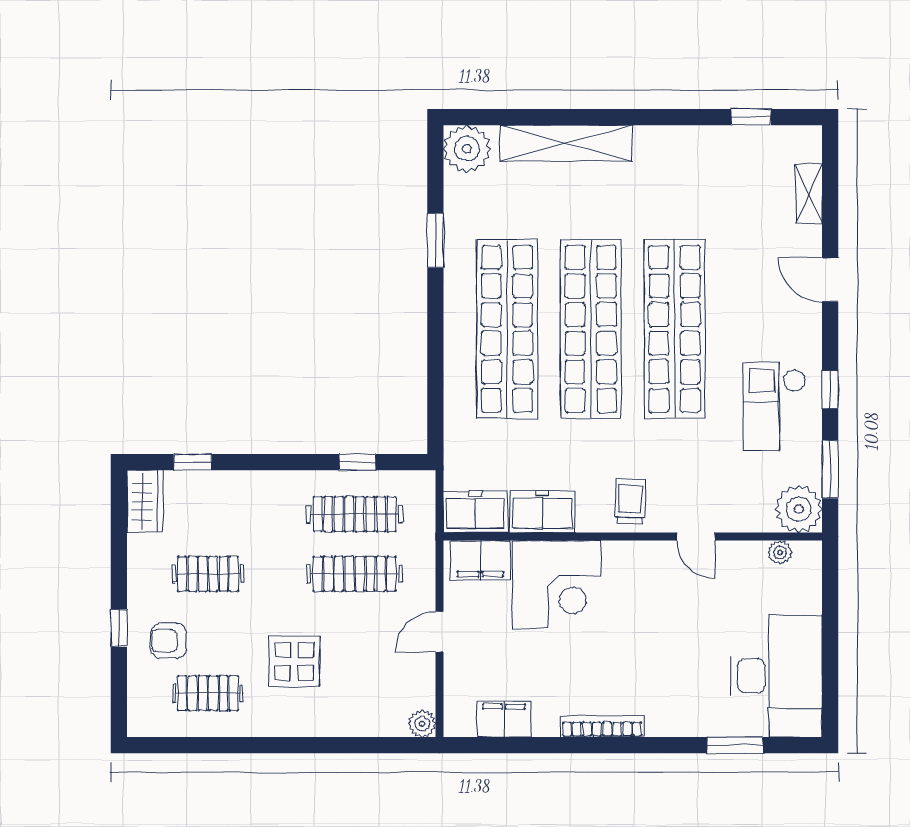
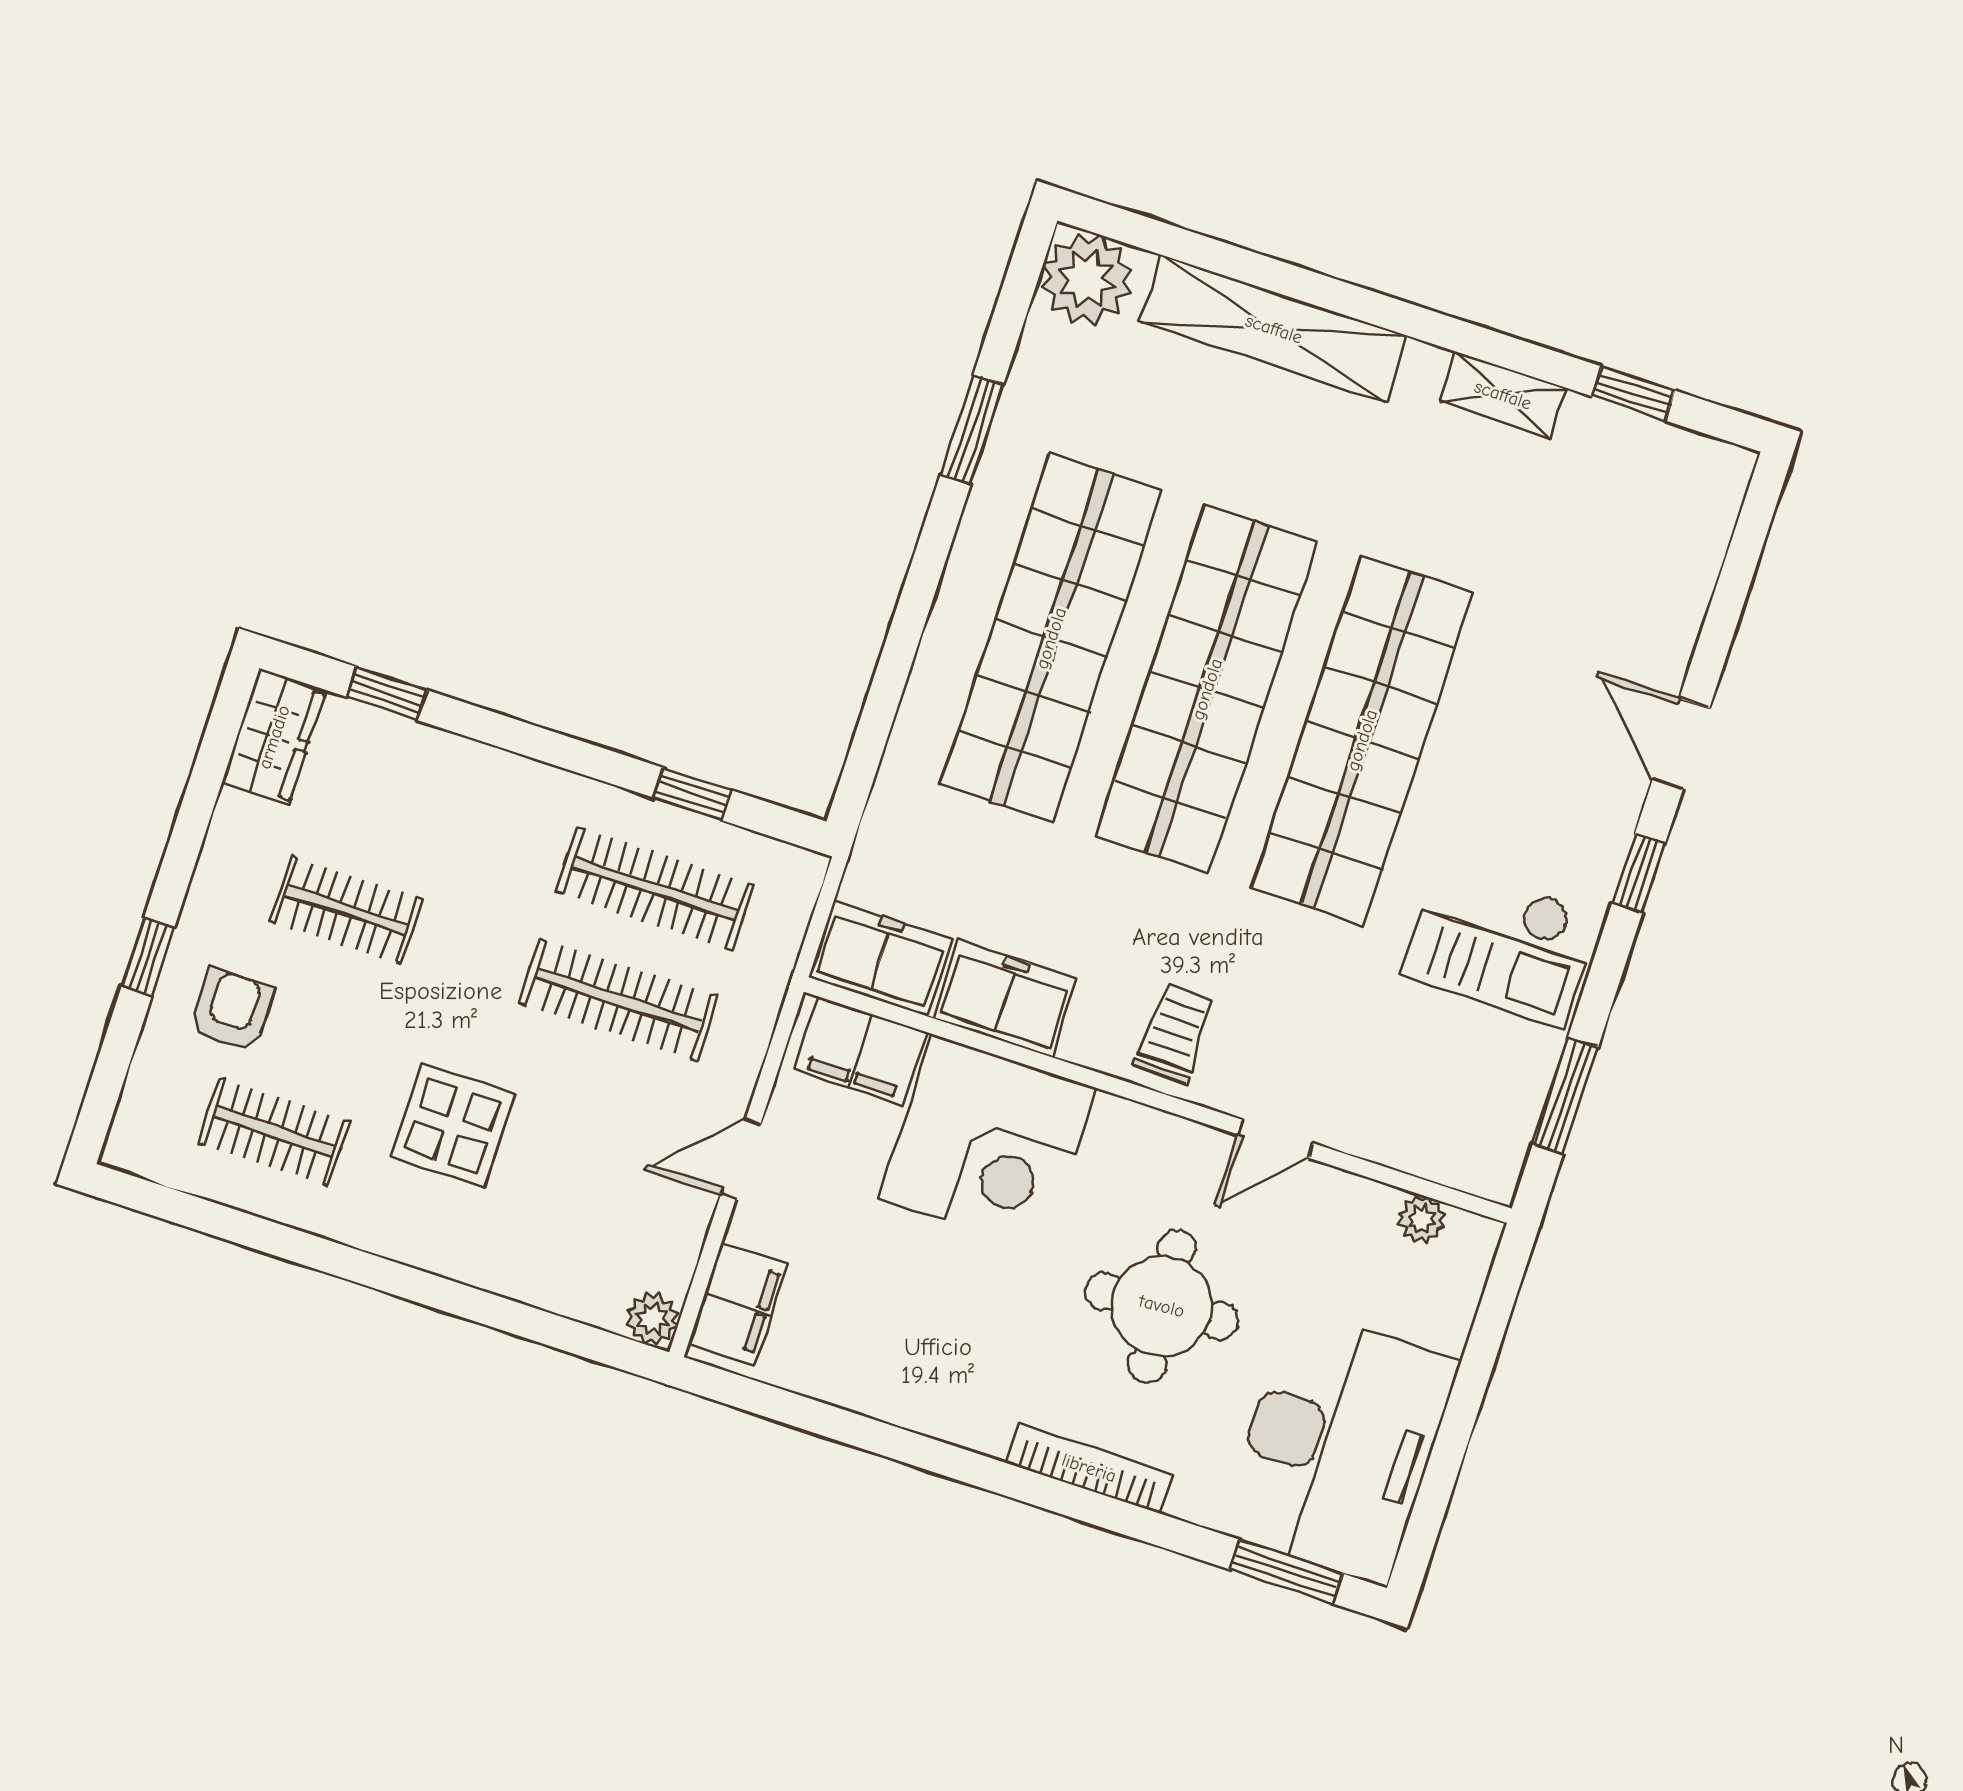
shelving: (809, 194) -> (1503, 395), moved, turned 90
window: (830, 390) -> (1639, 873), moved
checkout: (774, 406) -> (1500, 945), turned -90
plant: (799, 509) -> (1482, 1150), removed
door: (696, 537) -> (1275, 1139), hinge flipped
round table: (668, 636) -> (1162, 1306), added
armchair: (168, 641) -> (232, 1010), turned 90
filing cabinet: (504, 719) -> (738, 1304), moved, turned 90
bookcase: (602, 726) -> (1089, 1468), moved
window: (735, 745) -> (1286, 1572), moved

